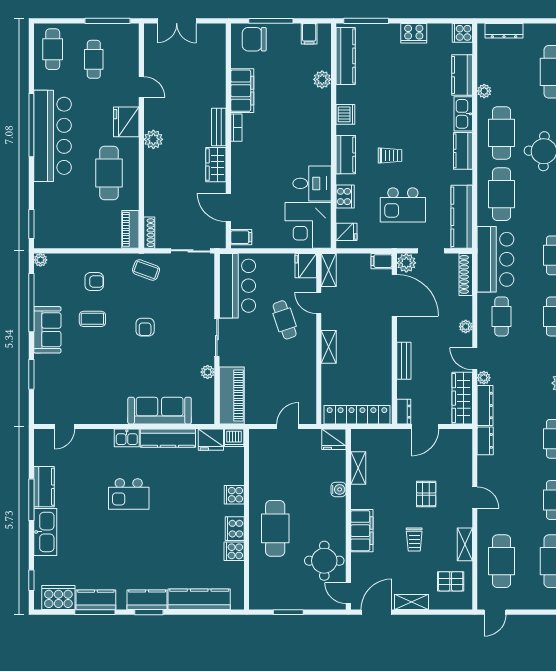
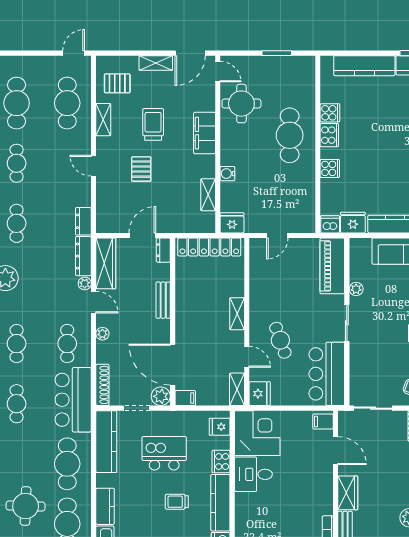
kitchen counter: (346, 155) -> (220, 503), width x1.50
trolley: (414, 540) -> (153, 124), width x1.36, depth x1.39

